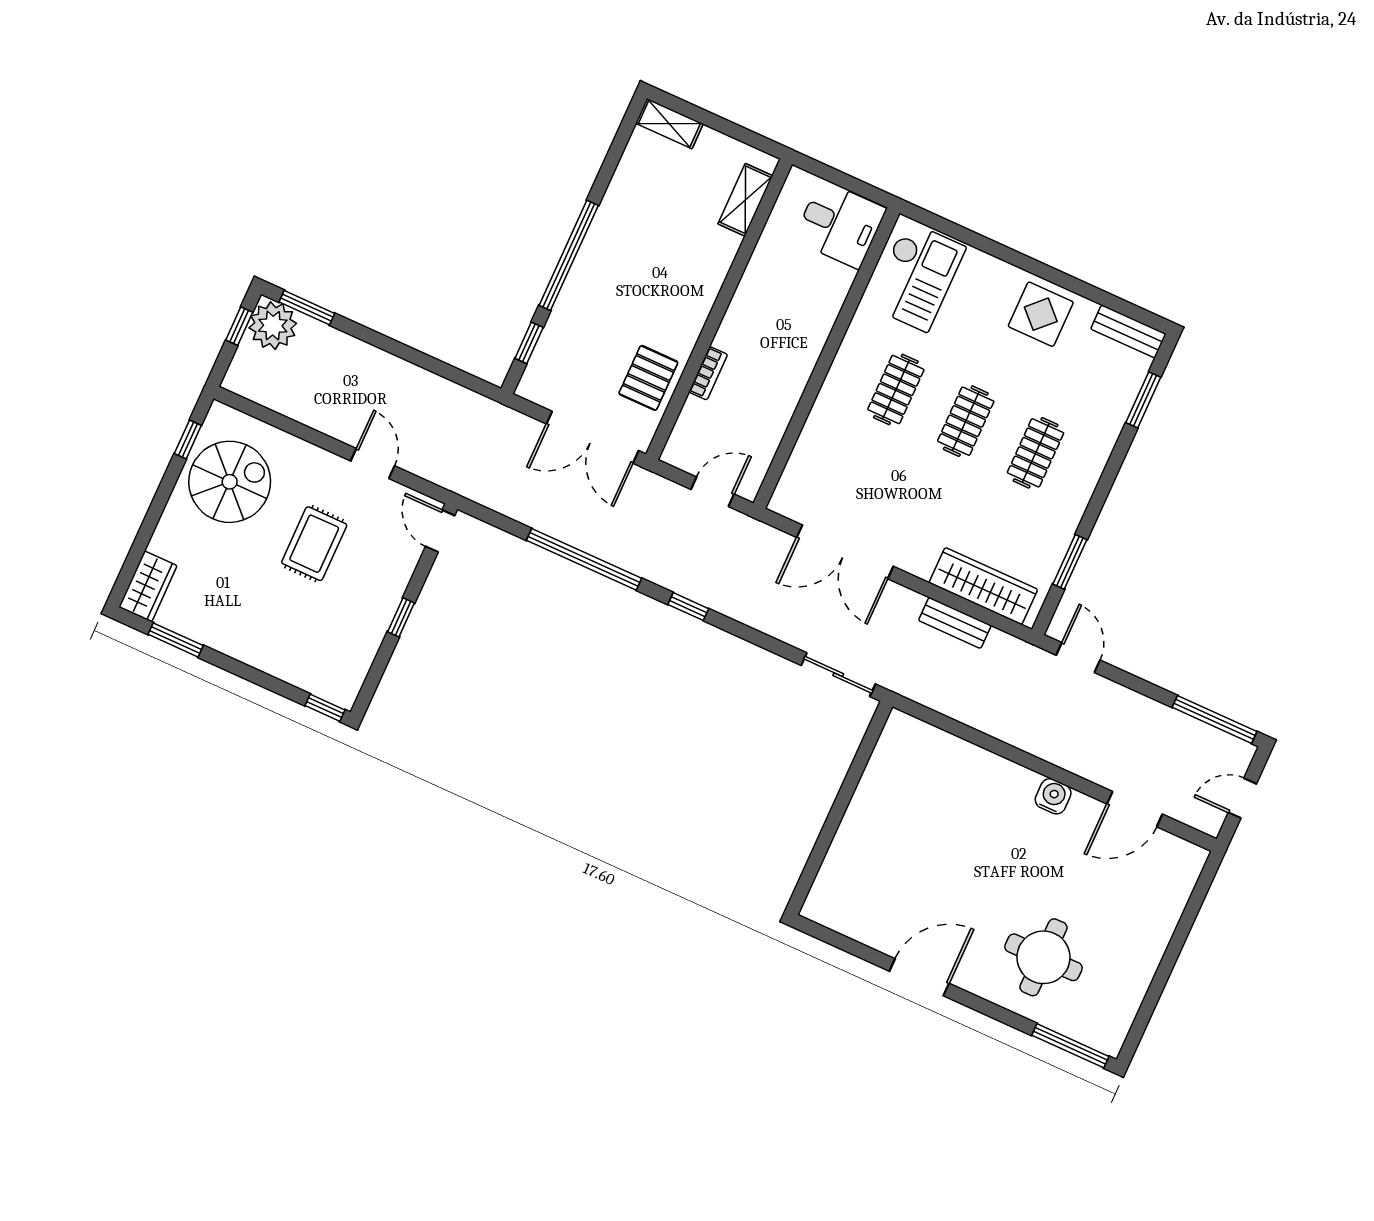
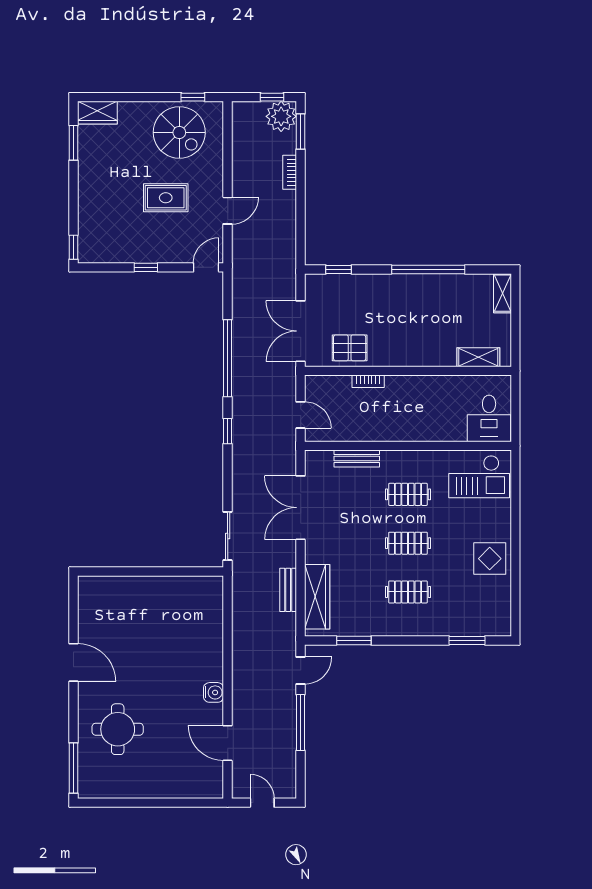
window: (569, 255) -> (428, 269), moved
bench: (1128, 331) -> (357, 459), moved, turned 90
bookcase: (358, 350) -> (290, 172), added
window: (1215, 719) -> (301, 722), moved

